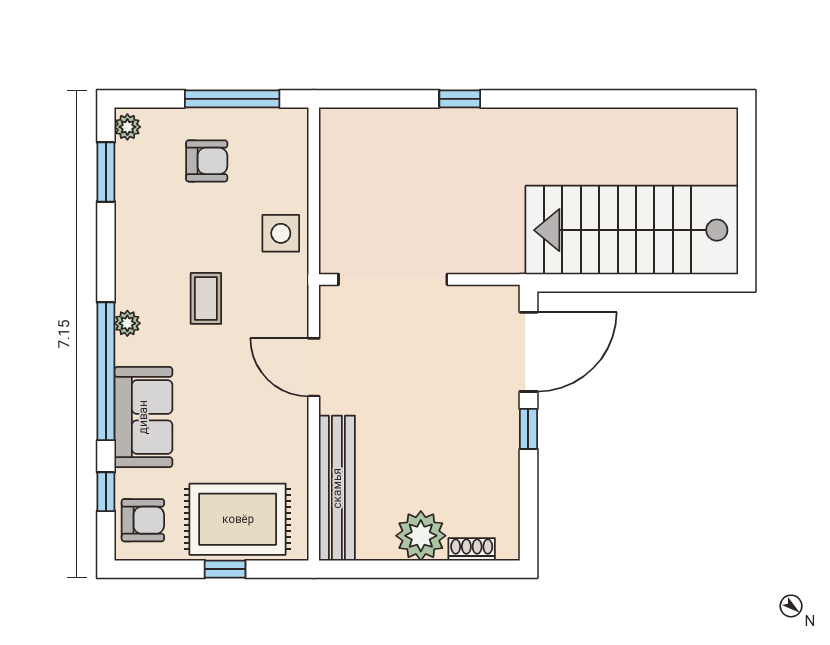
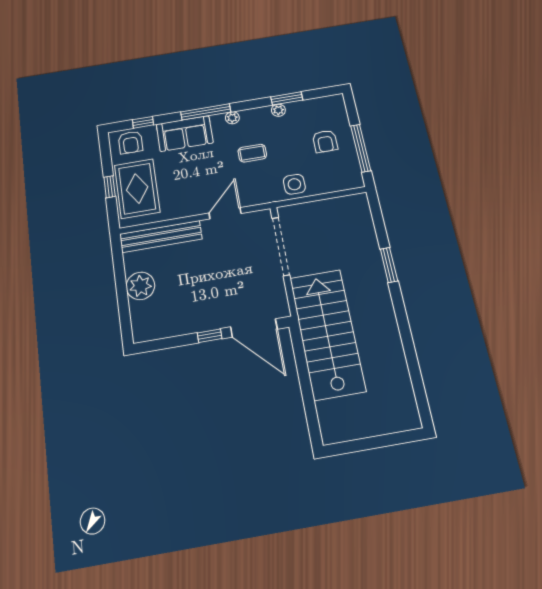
window: (460, 99) -> (389, 265), width x1.50
plant: (127, 127) -> (278, 110), moved
window: (106, 172) -> (287, 98), moved
stairs: (632, 230) -> (327, 334), moved
window: (106, 371) -> (206, 112), width x0.68
shoe rack: (472, 549) -> (136, 315), removed

